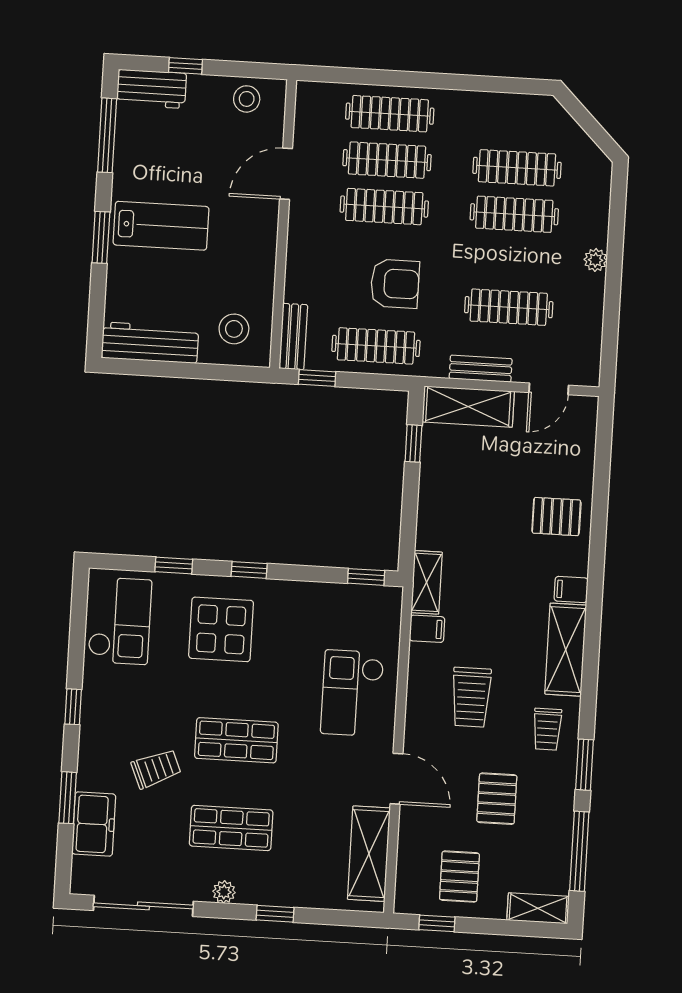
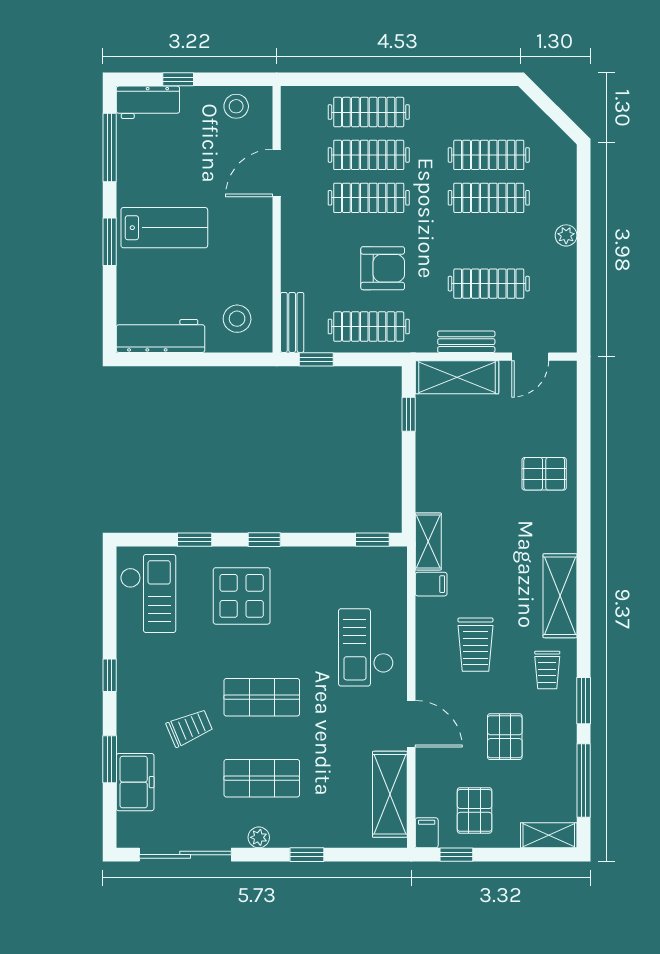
filing cabinet: (571, 590) -> (427, 833), moved, turned 90

